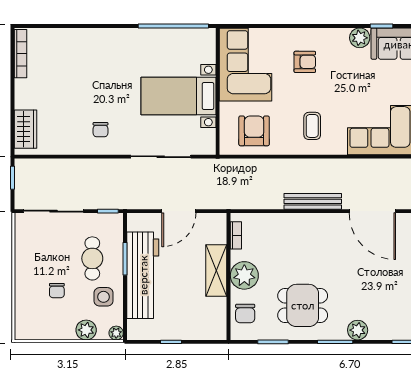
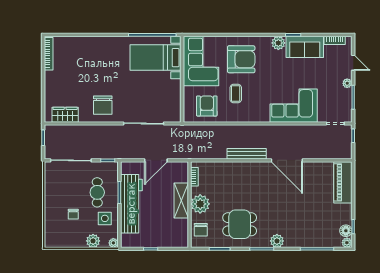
armchair: (305, 62) -> (241, 59), width x1.88, depth x1.88
bed with nightstands: (178, 96) -> (156, 58), moved
coffee table: (312, 126) -> (236, 94), moved
wardrobe: (25, 129) -> (65, 115), moved, turned -90
chair: (100, 130) -> (103, 105), width x1.87, depth x1.87

